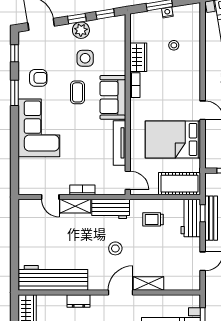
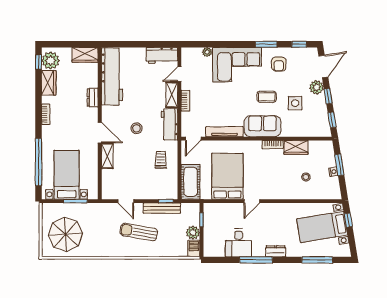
plant: (81, 30) -> (317, 87), moved
plant: (24, 164) -> (207, 52), added
workbench: (191, 218) -> (162, 55), moved, turned 180

